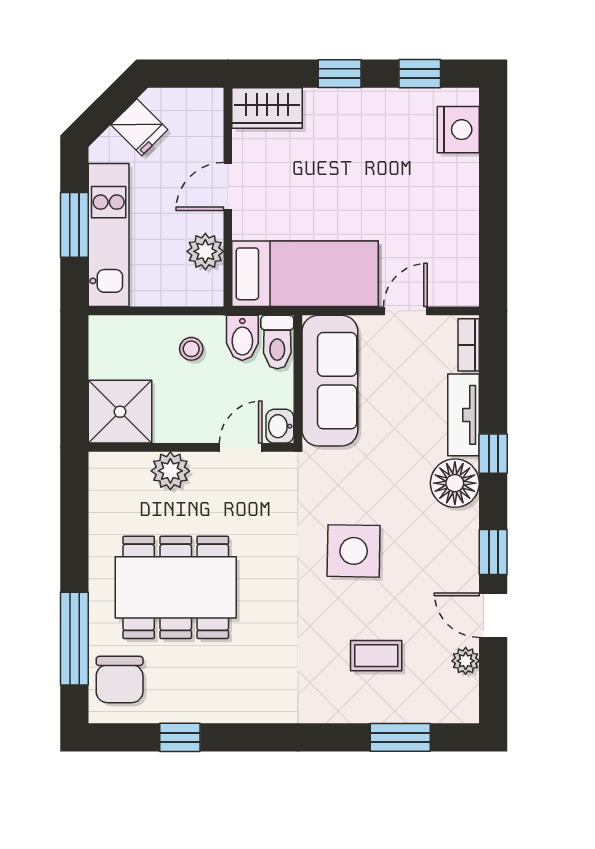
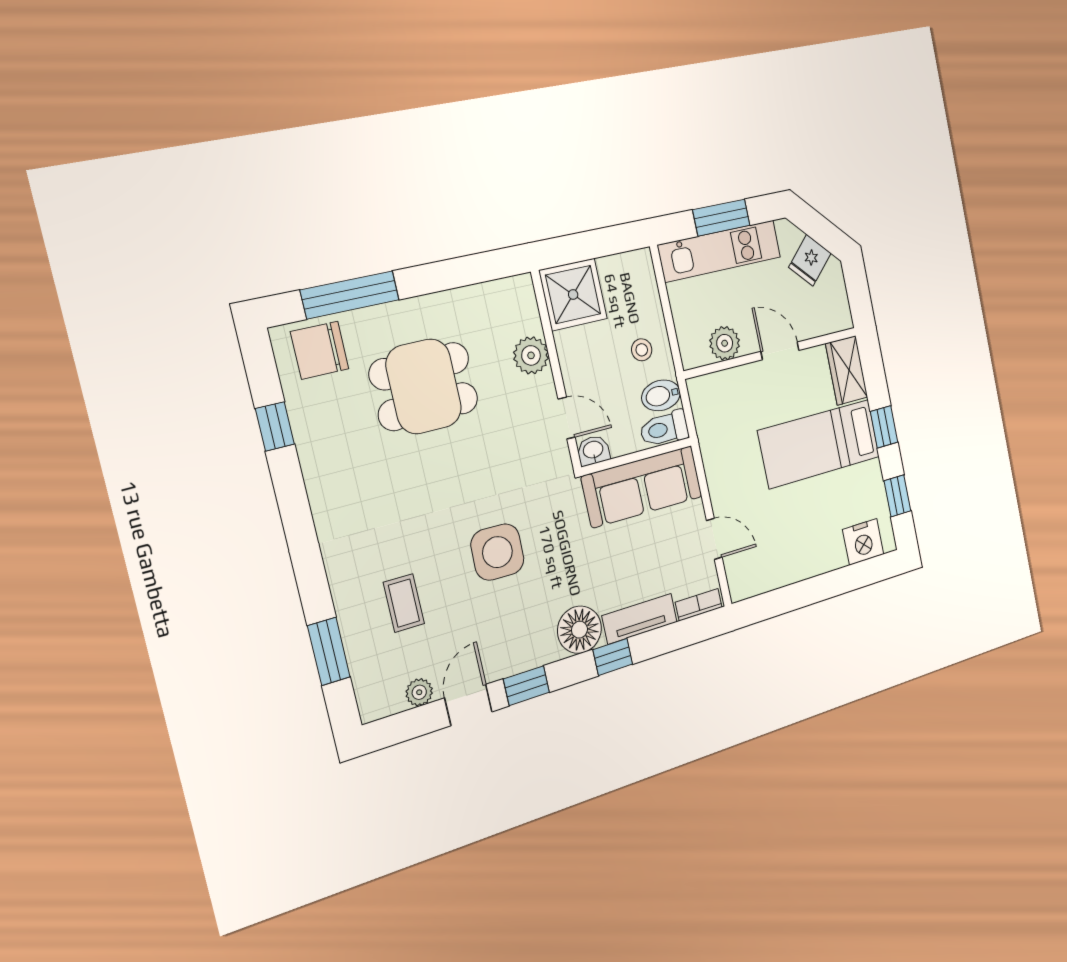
bed: (305, 274) -> (819, 444), moved, turned 90
dining table: (176, 587) -> (424, 386), width x0.73

